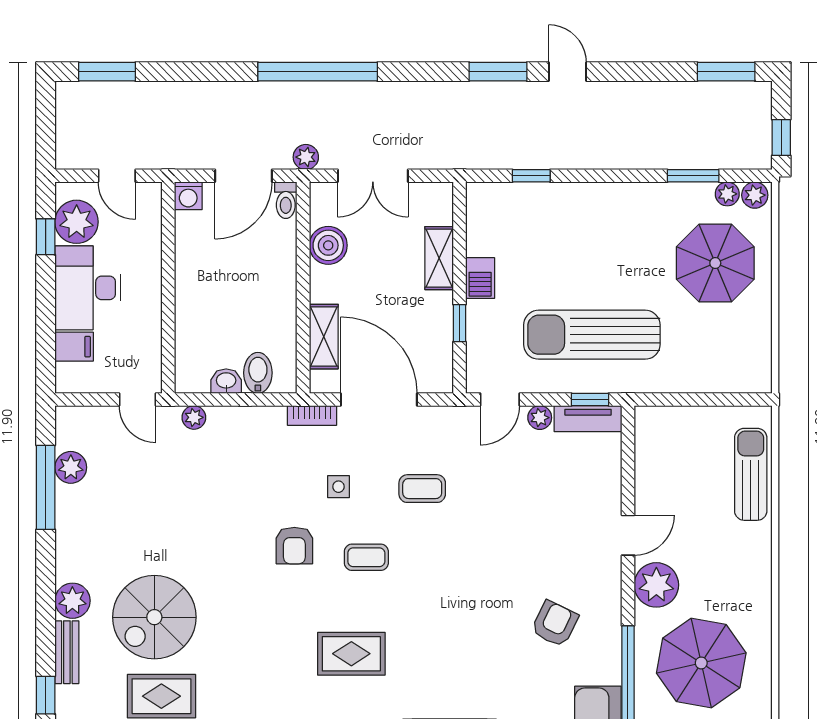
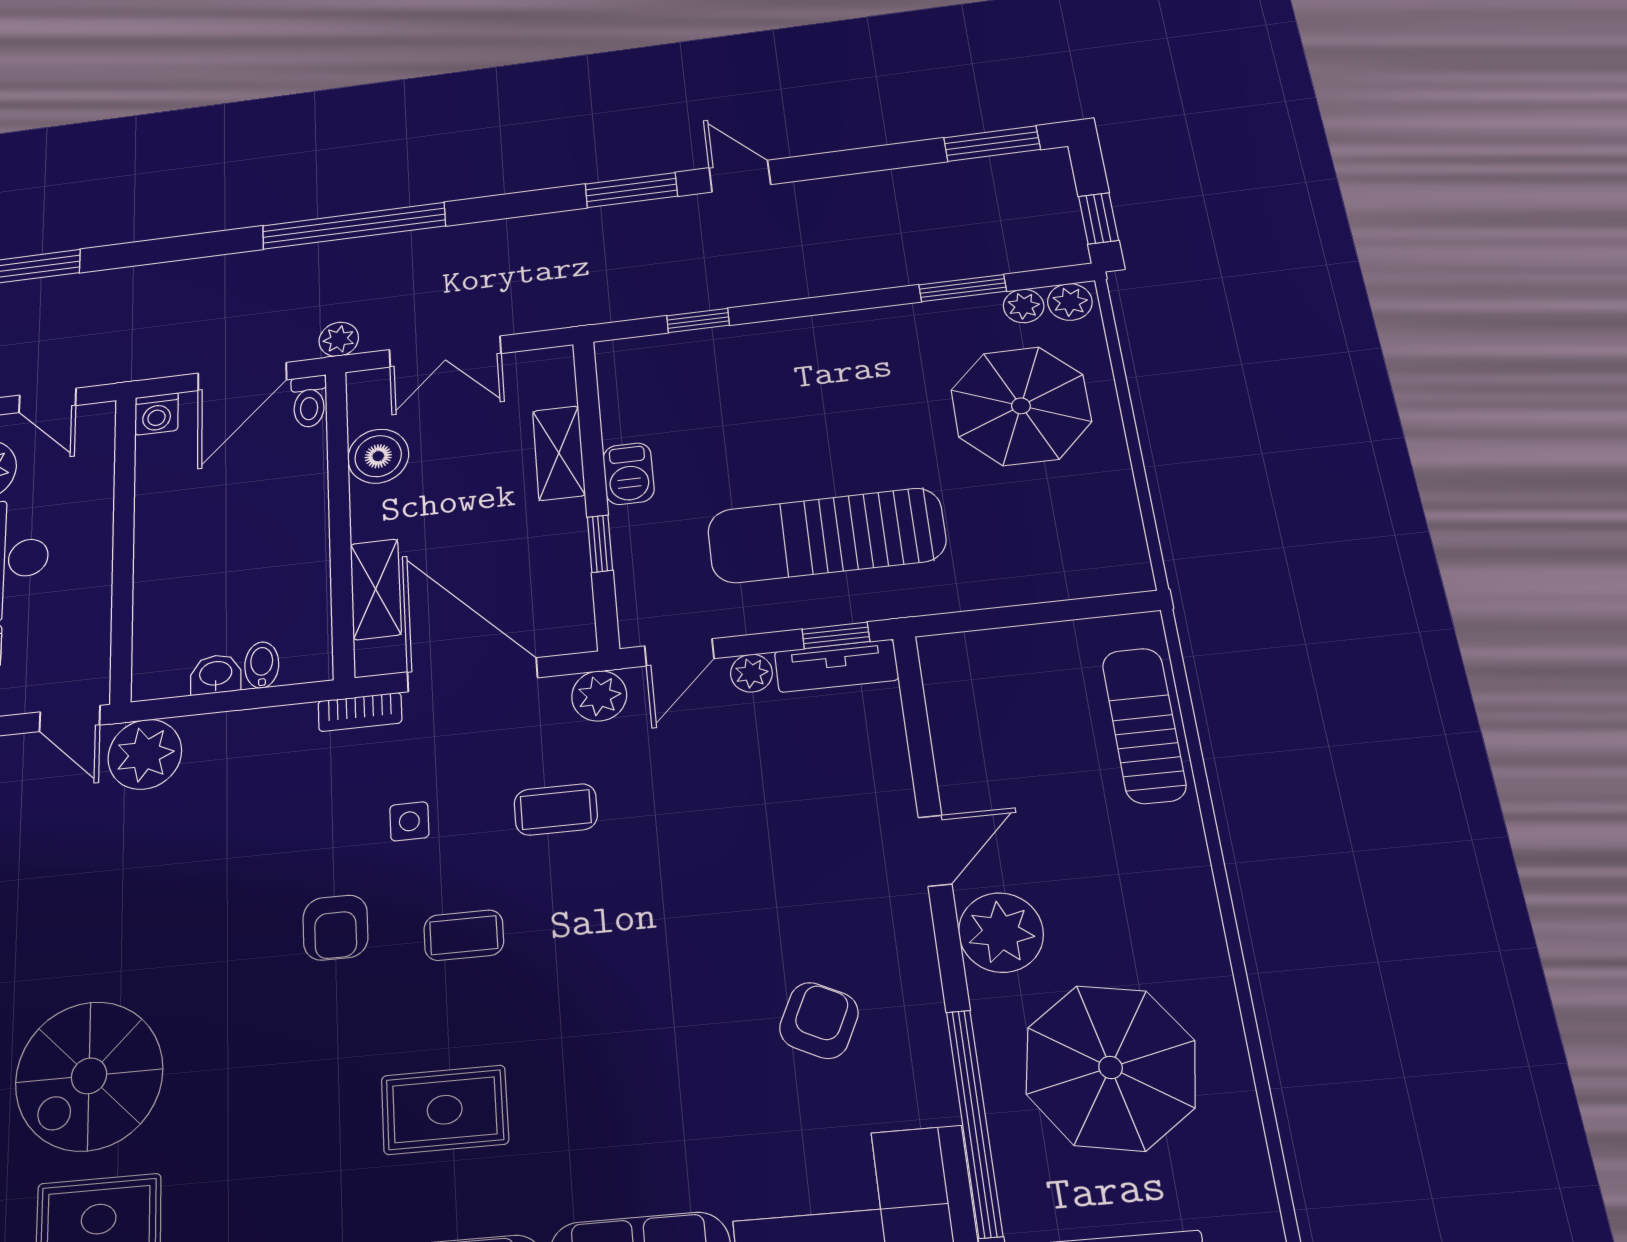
bidet: (258, 373) -> (262, 665), width x0.72, depth x0.74
plant: (194, 417) -> (145, 754), width x1.88, depth x1.88
plant: (452, 422) -> (599, 696), added

